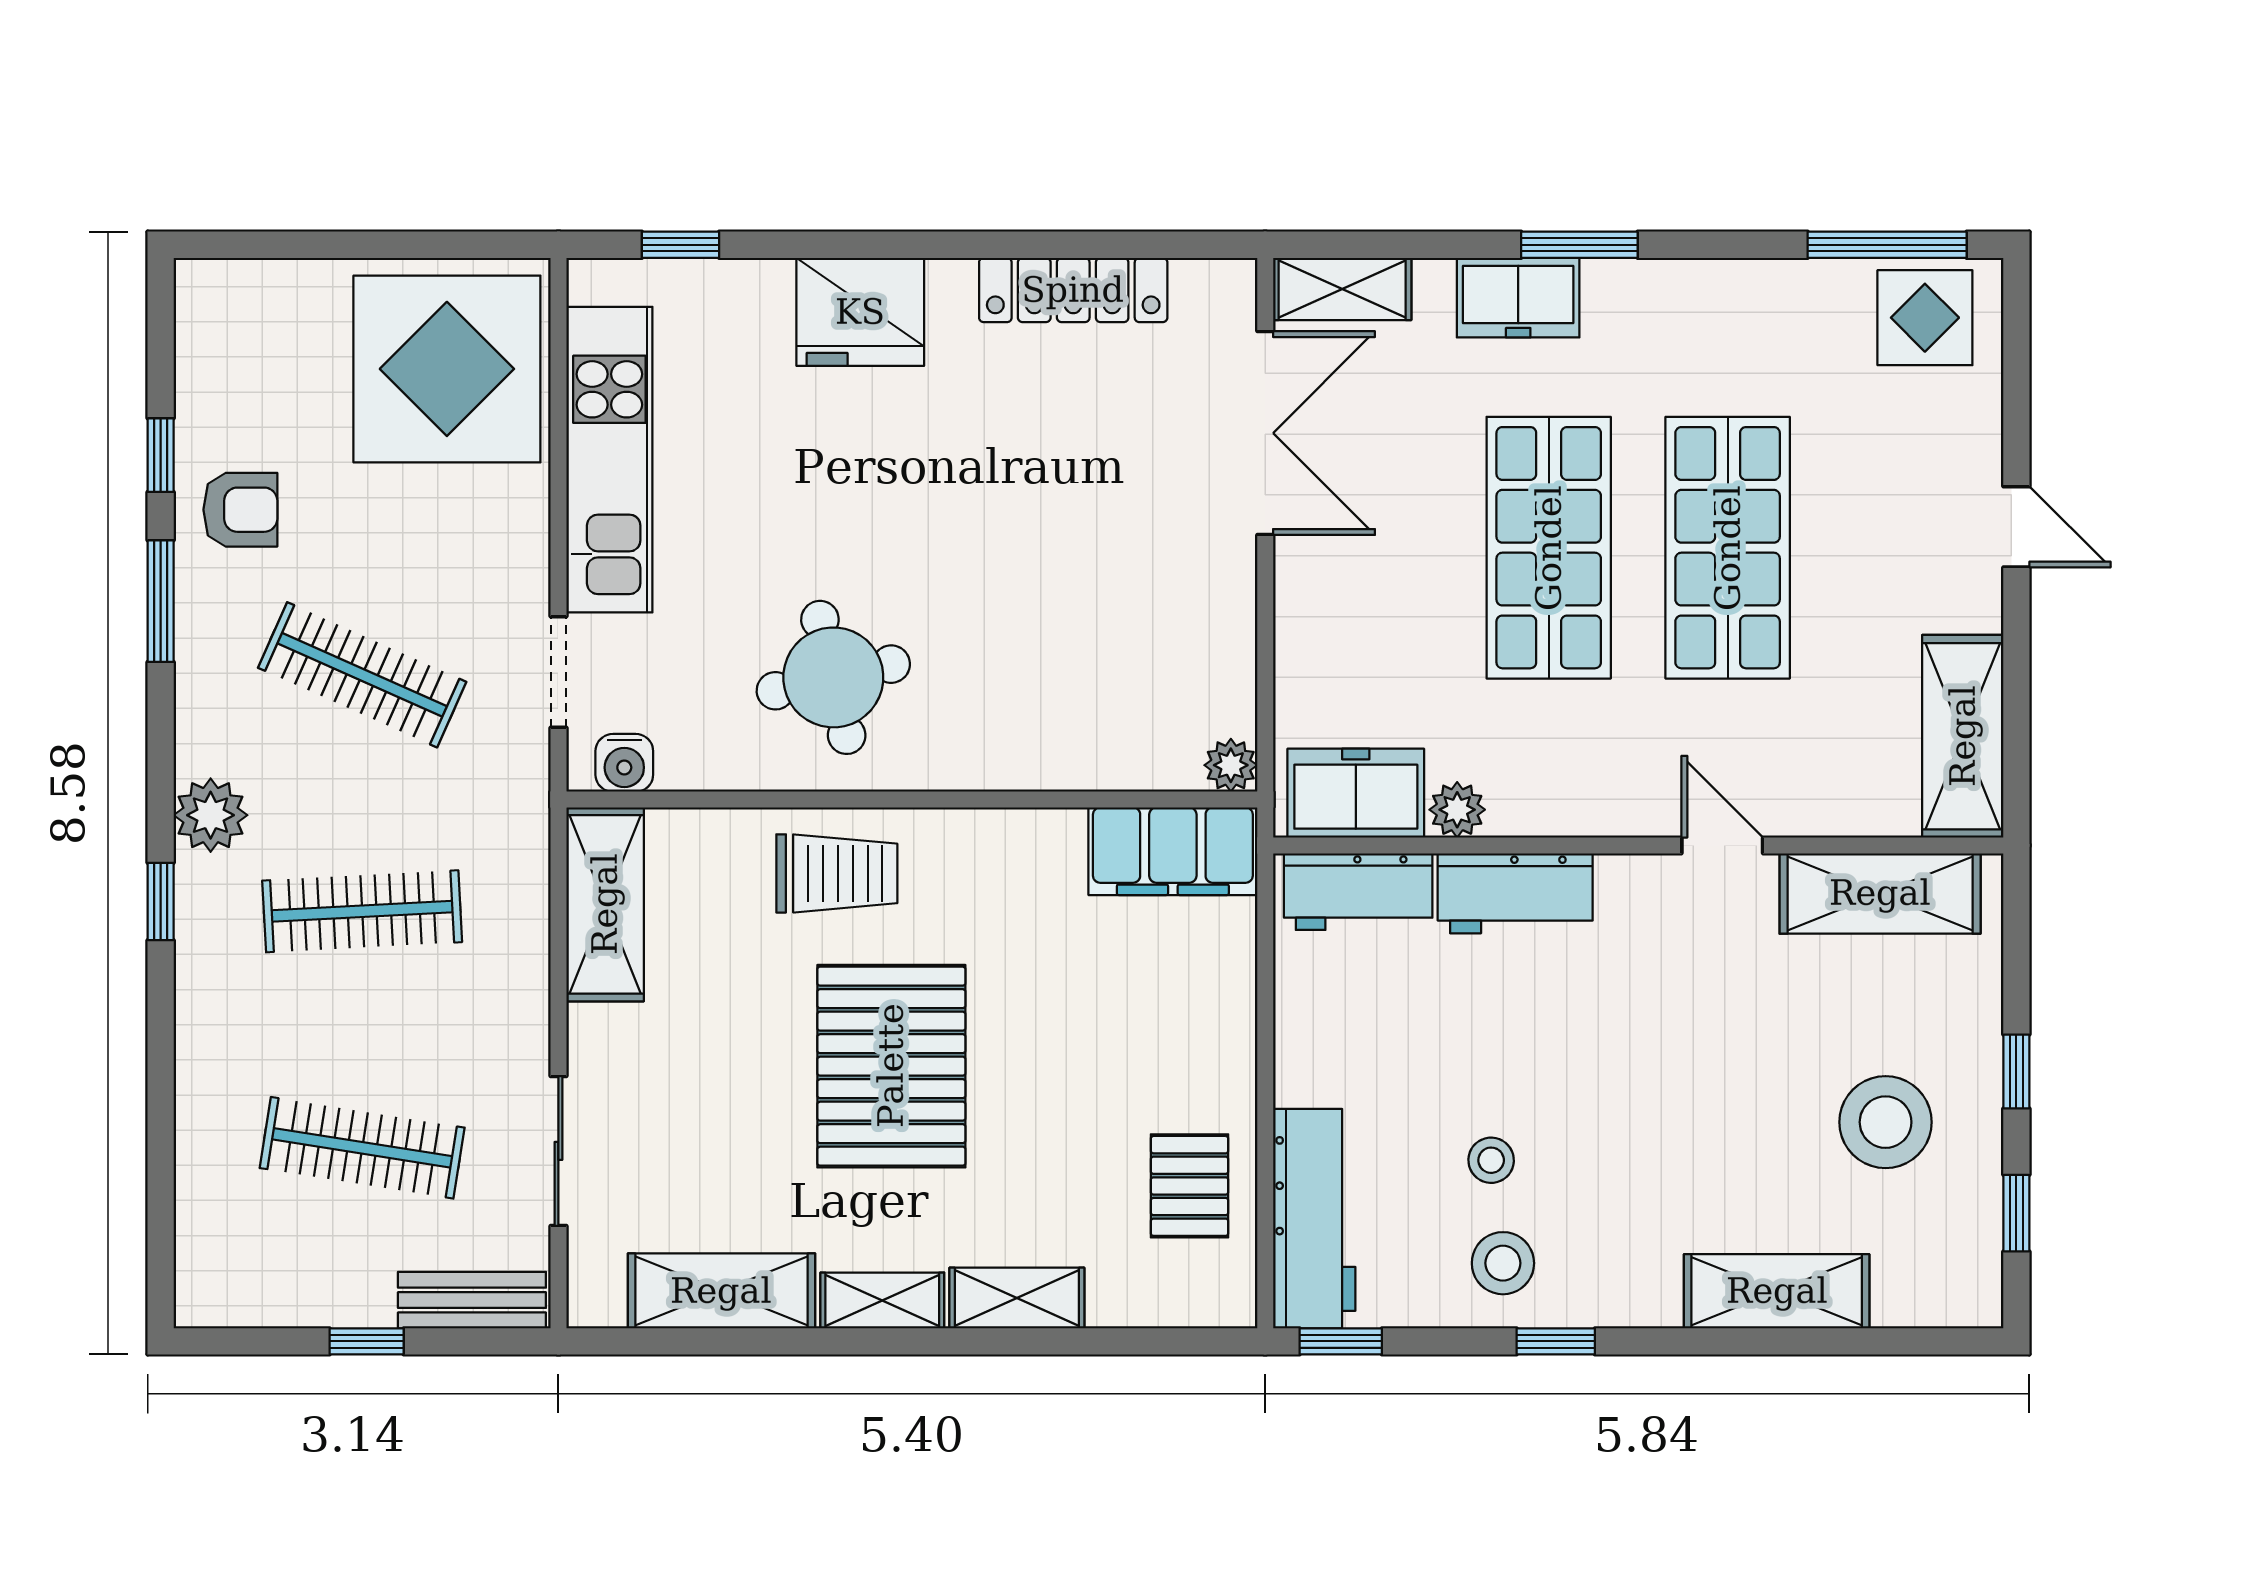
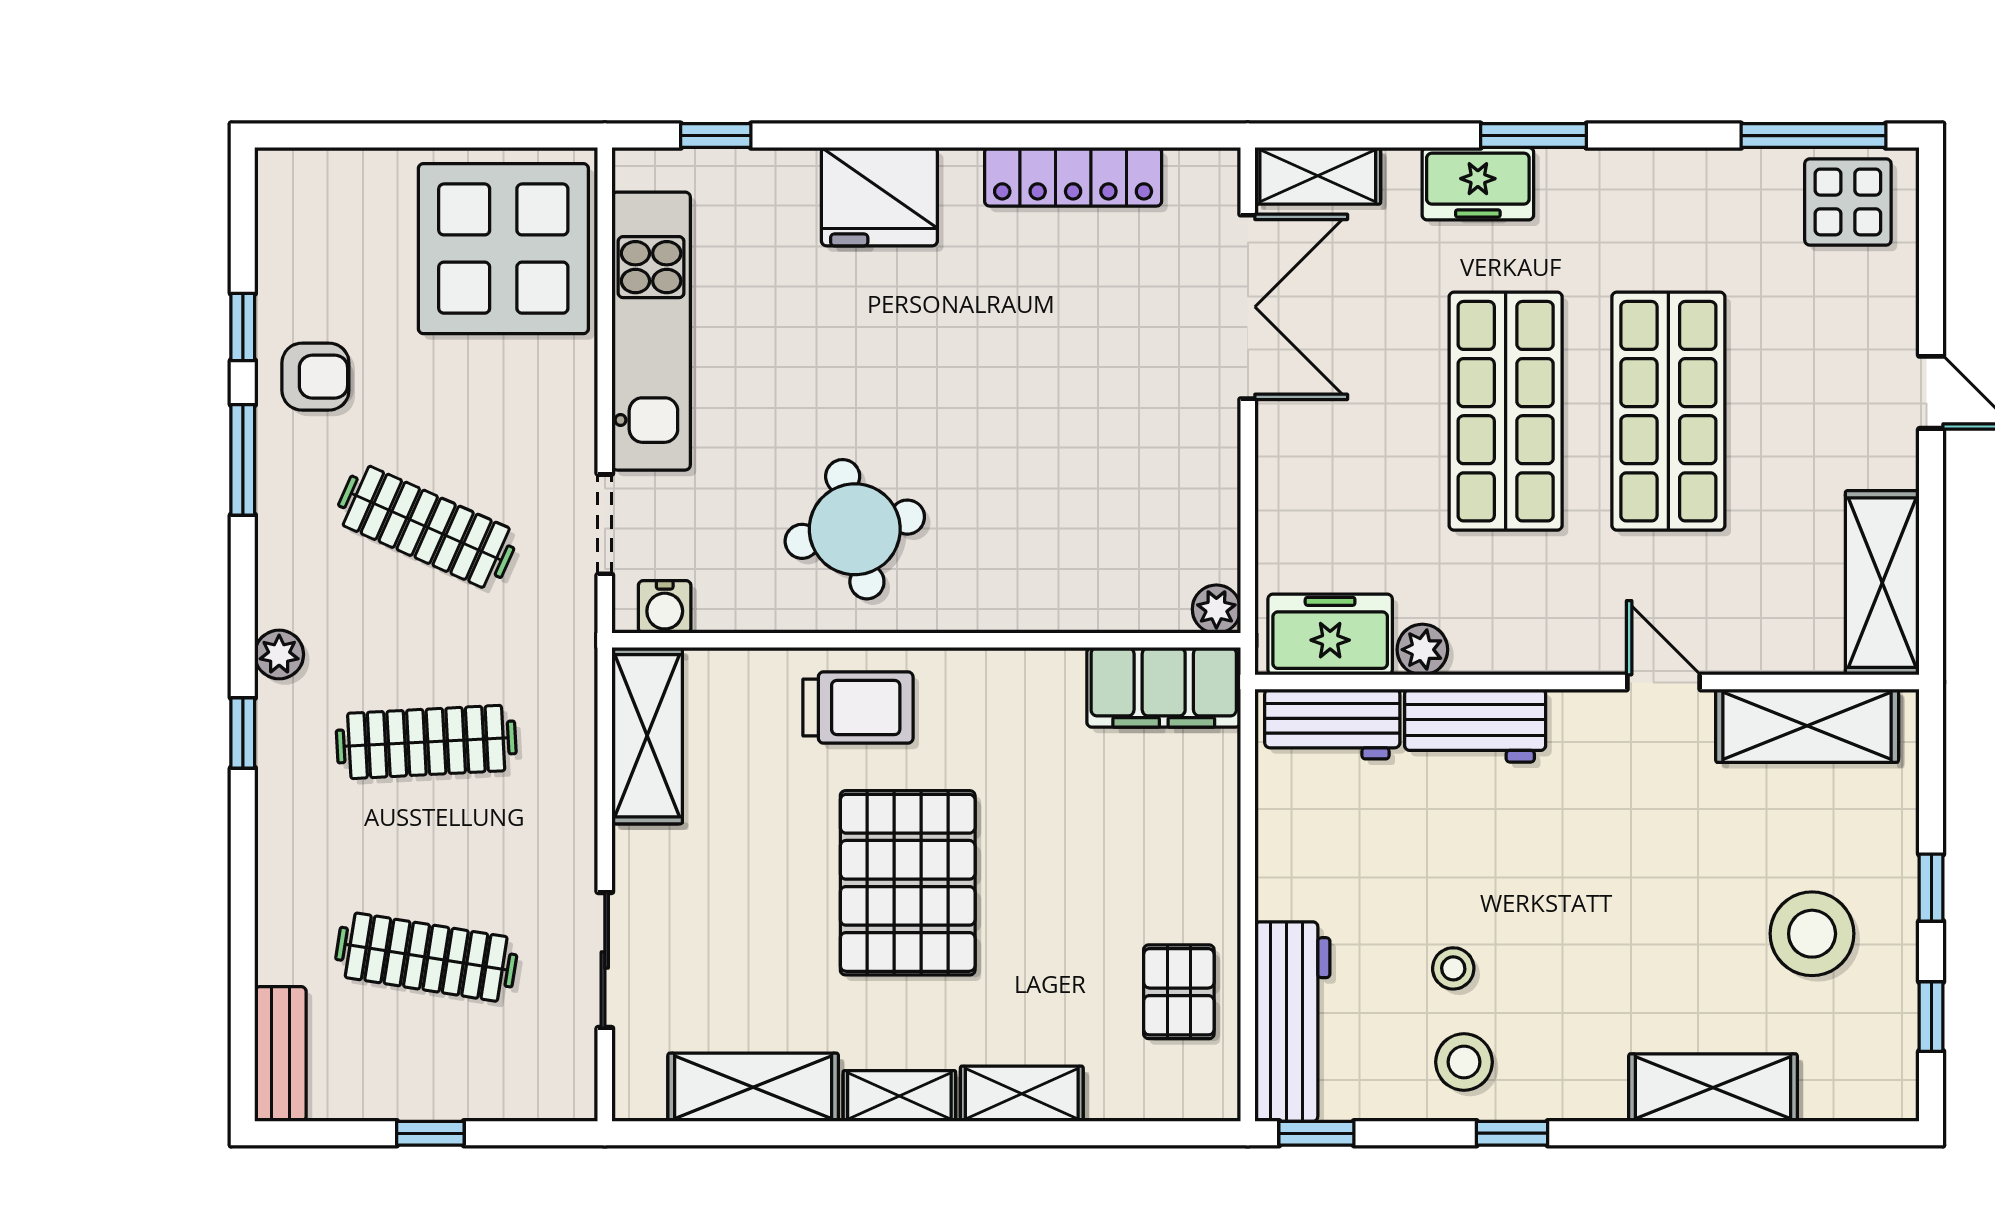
plant: (211, 815) -> (279, 654), width x0.73, depth x0.73
bench: (472, 1300) -> (280, 1054), moved, turned 90

